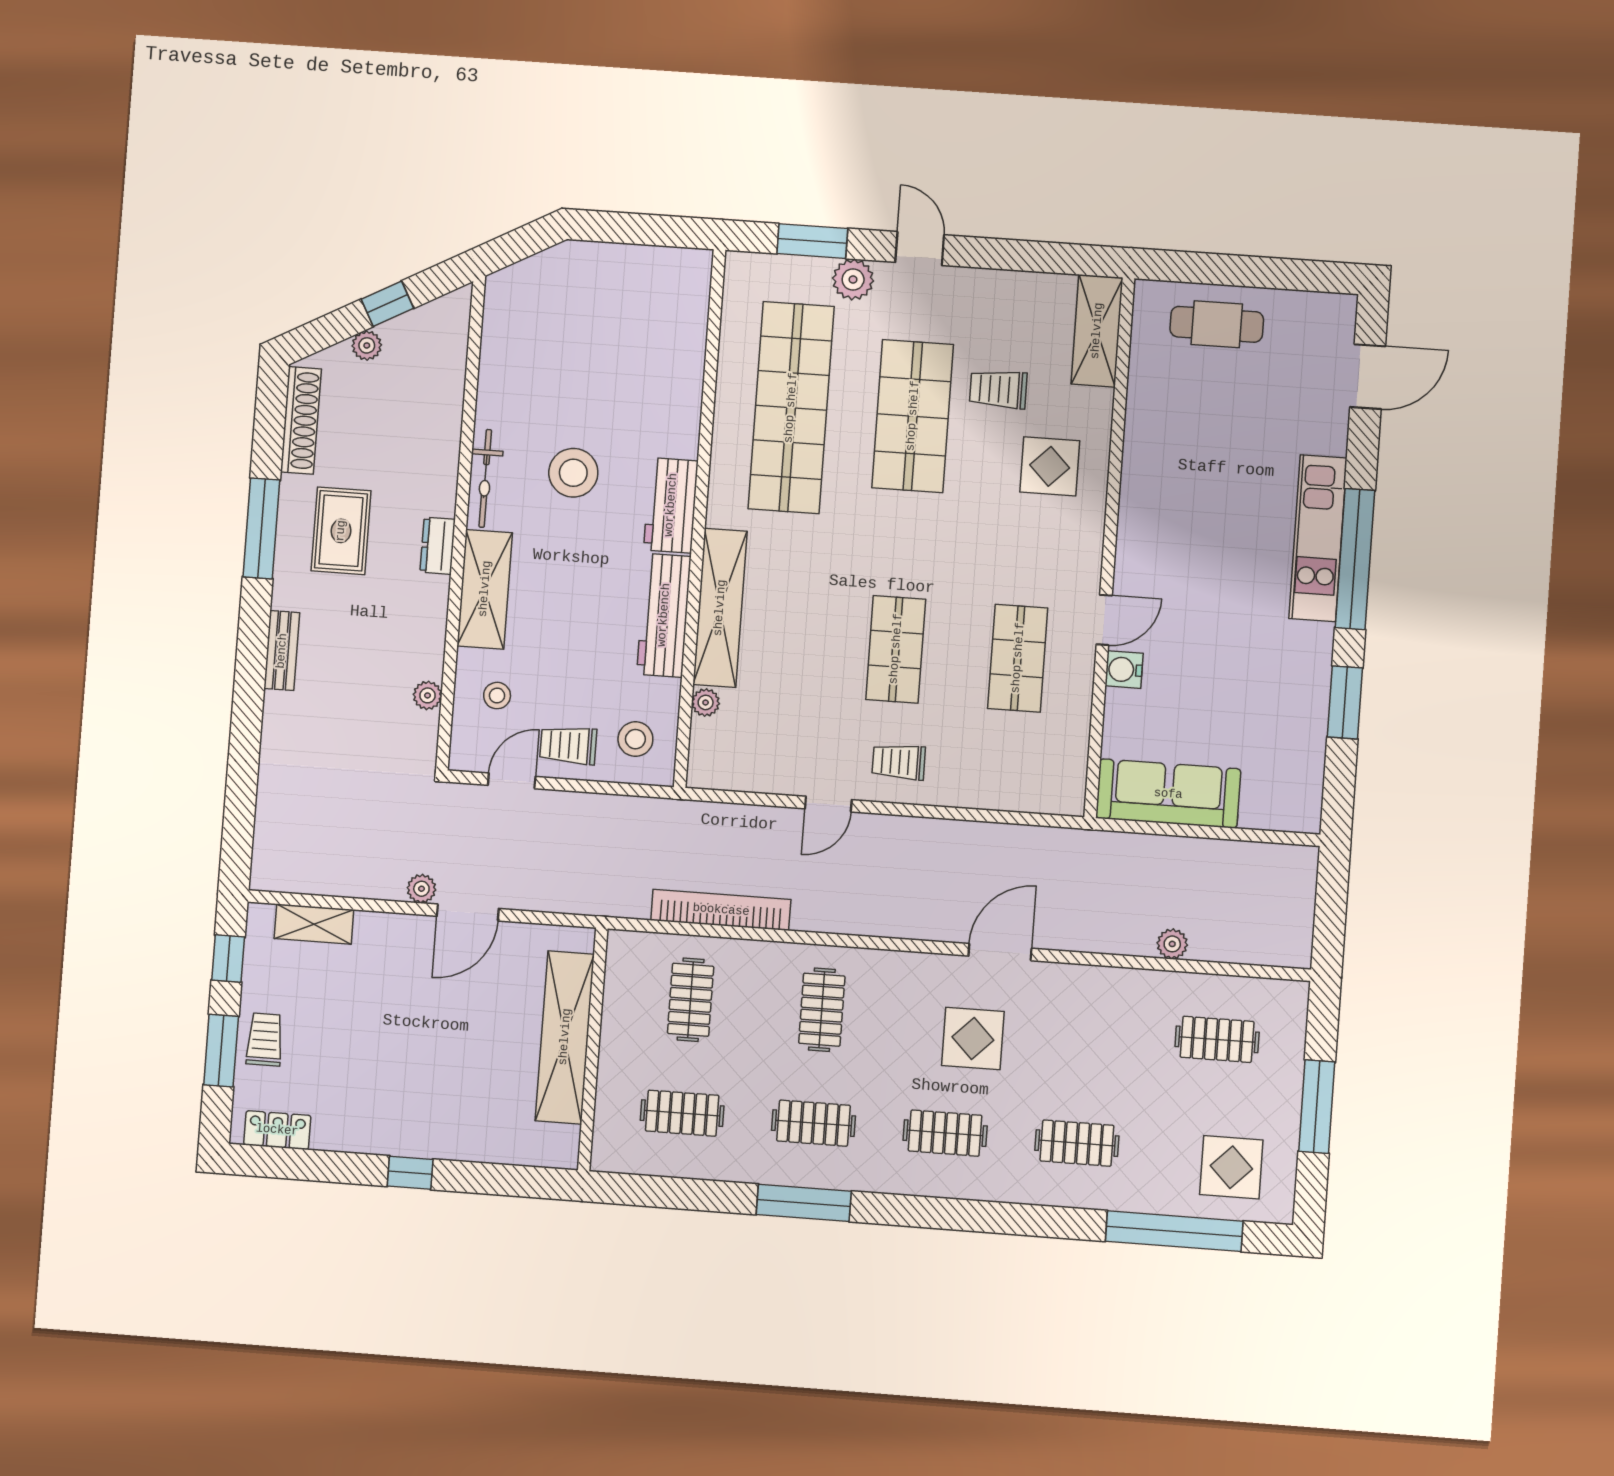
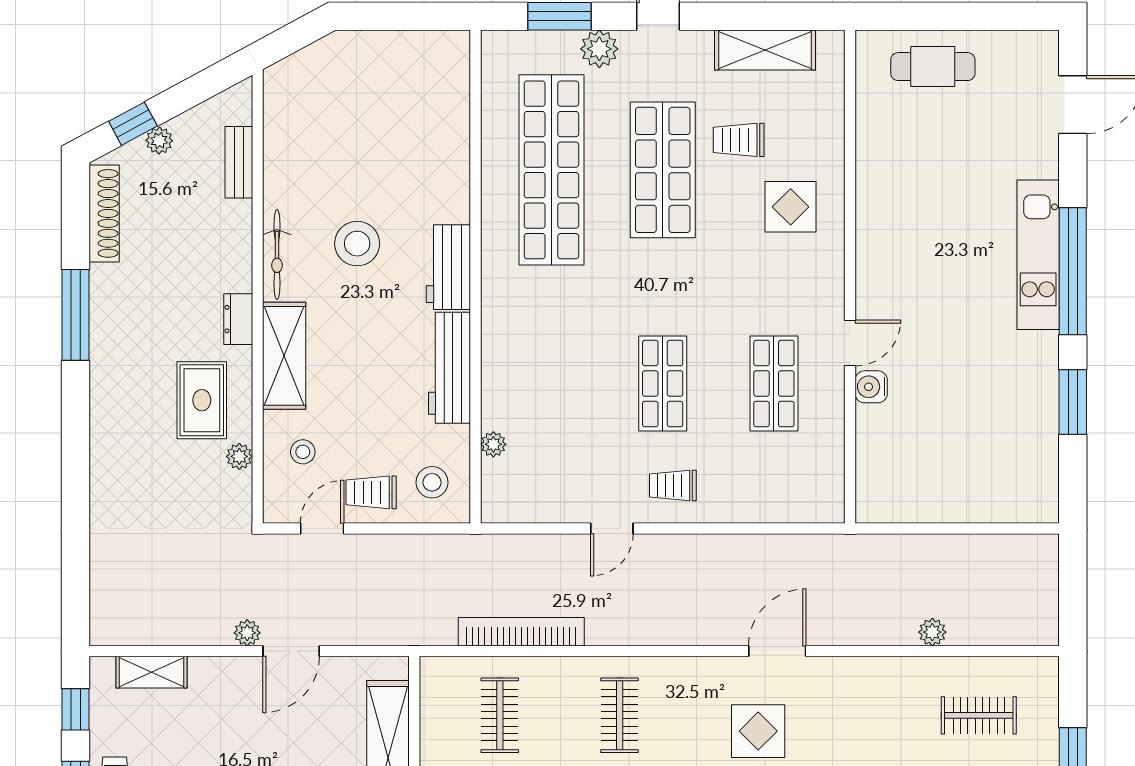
window: (387, 304) -> (133, 124), moved
shelving: (1097, 331) -> (765, 50), moved, turned 90
rug: (341, 531) -> (202, 400), moved
shelving: (720, 608) -> (500, 357), removed
bench: (282, 651) -> (239, 162), moved
sofa: (1168, 794) -> (919, 496), removed

